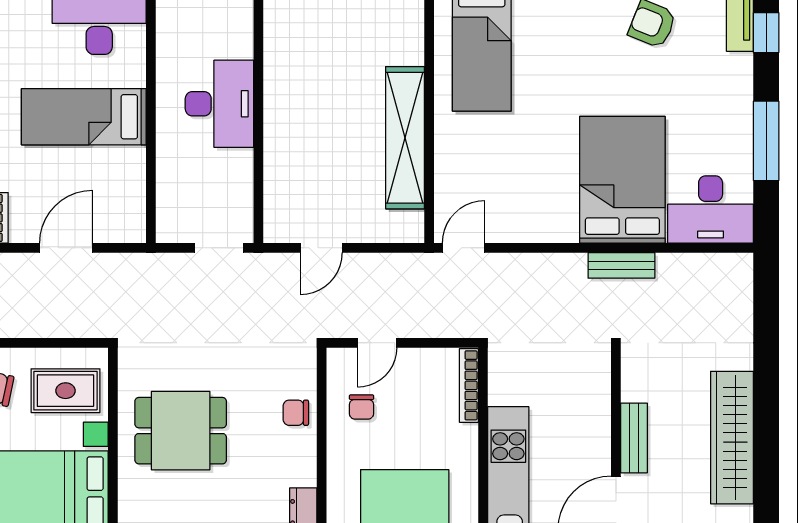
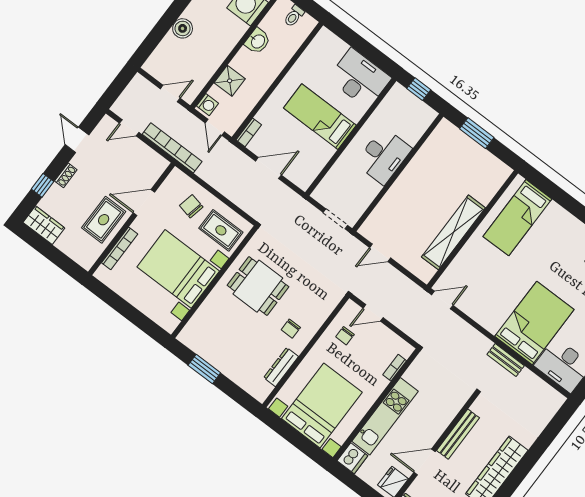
bookcase: (469, 385) -> (395, 368), width x0.64
chair: (296, 413) -> (291, 329), moved, turned -90
bench: (634, 438) -> (458, 434), width x1.36

